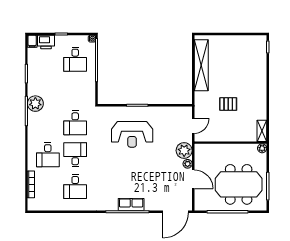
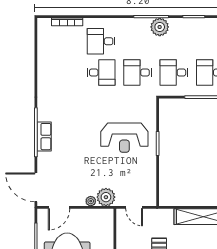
reception desk: (132, 134) -> (124, 138), turned -90
door: (193, 179) -> (59, 207), moved
desk: (75, 187) -> (174, 73), moved

